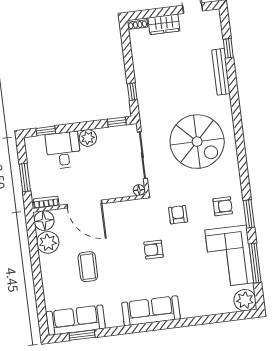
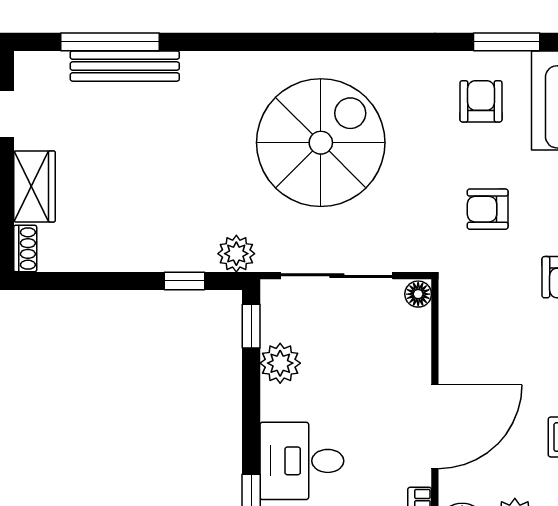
window: (228, 48) -> (110, 42), width x2.17
bench: (221, 72) -> (125, 66), moved
plant: (146, 112) -> (236, 254), added
plant: (88, 138) -> (280, 363), moved

